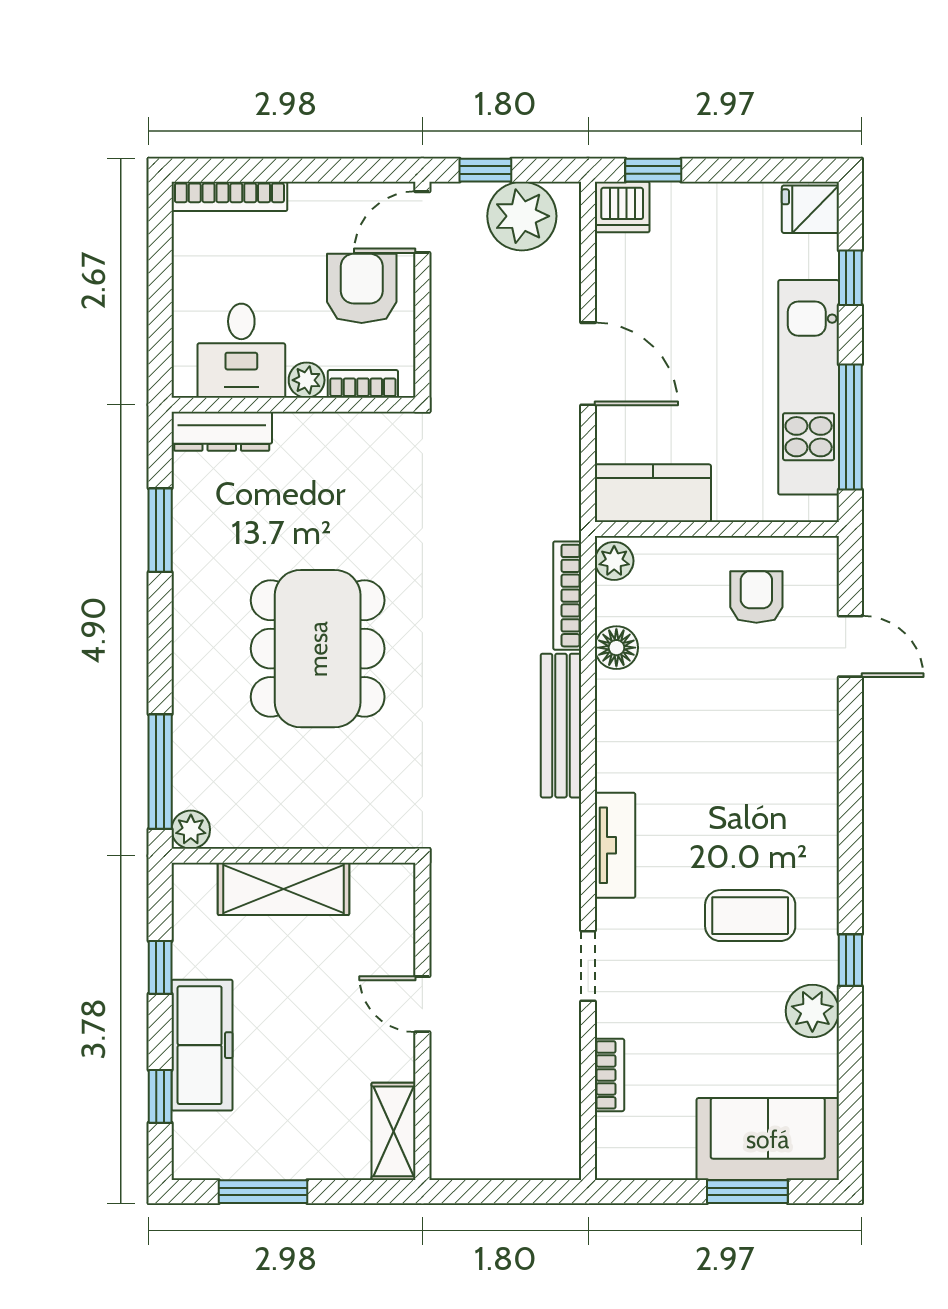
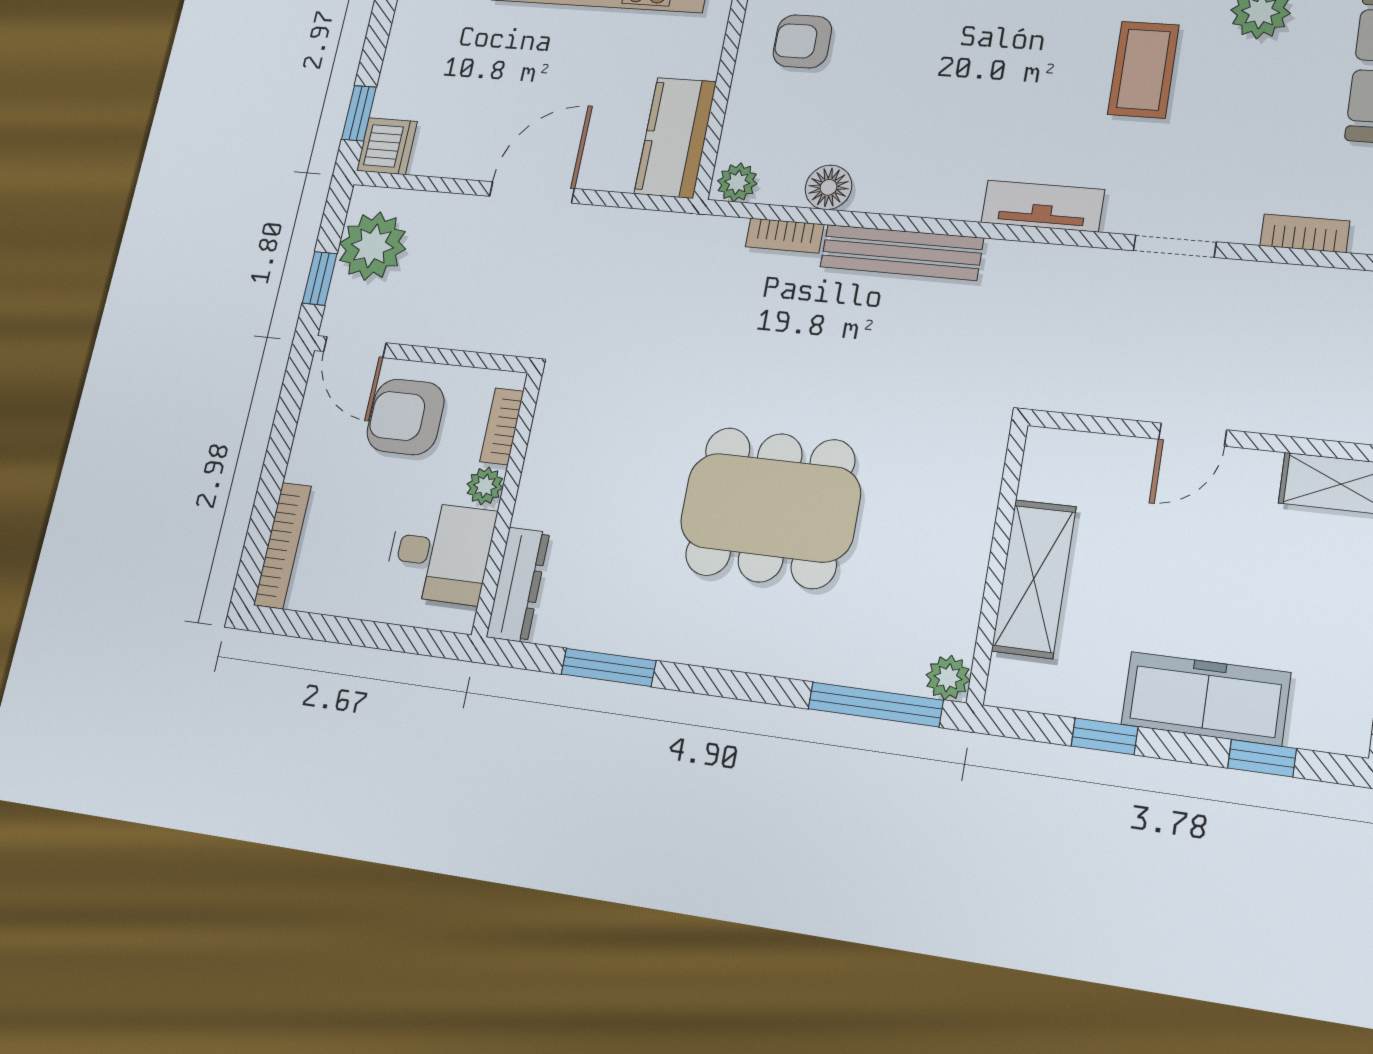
bookcase: (567, 596) -> (785, 236), width x0.64

